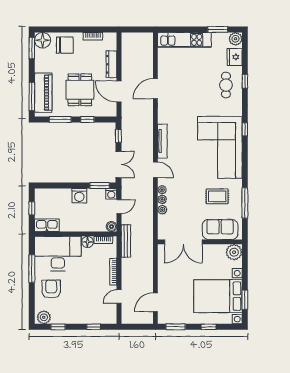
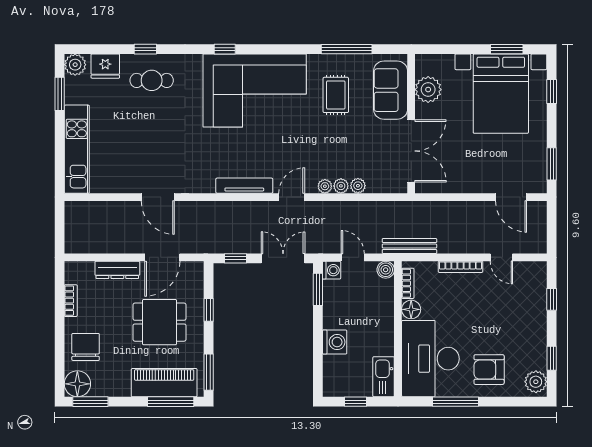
window: (60, 119) -> (209, 372), moved
washing machine: (79, 196) -> (335, 342), moved
plant: (234, 252) -> (428, 90), moved
window: (209, 327) -> (552, 91), moved

